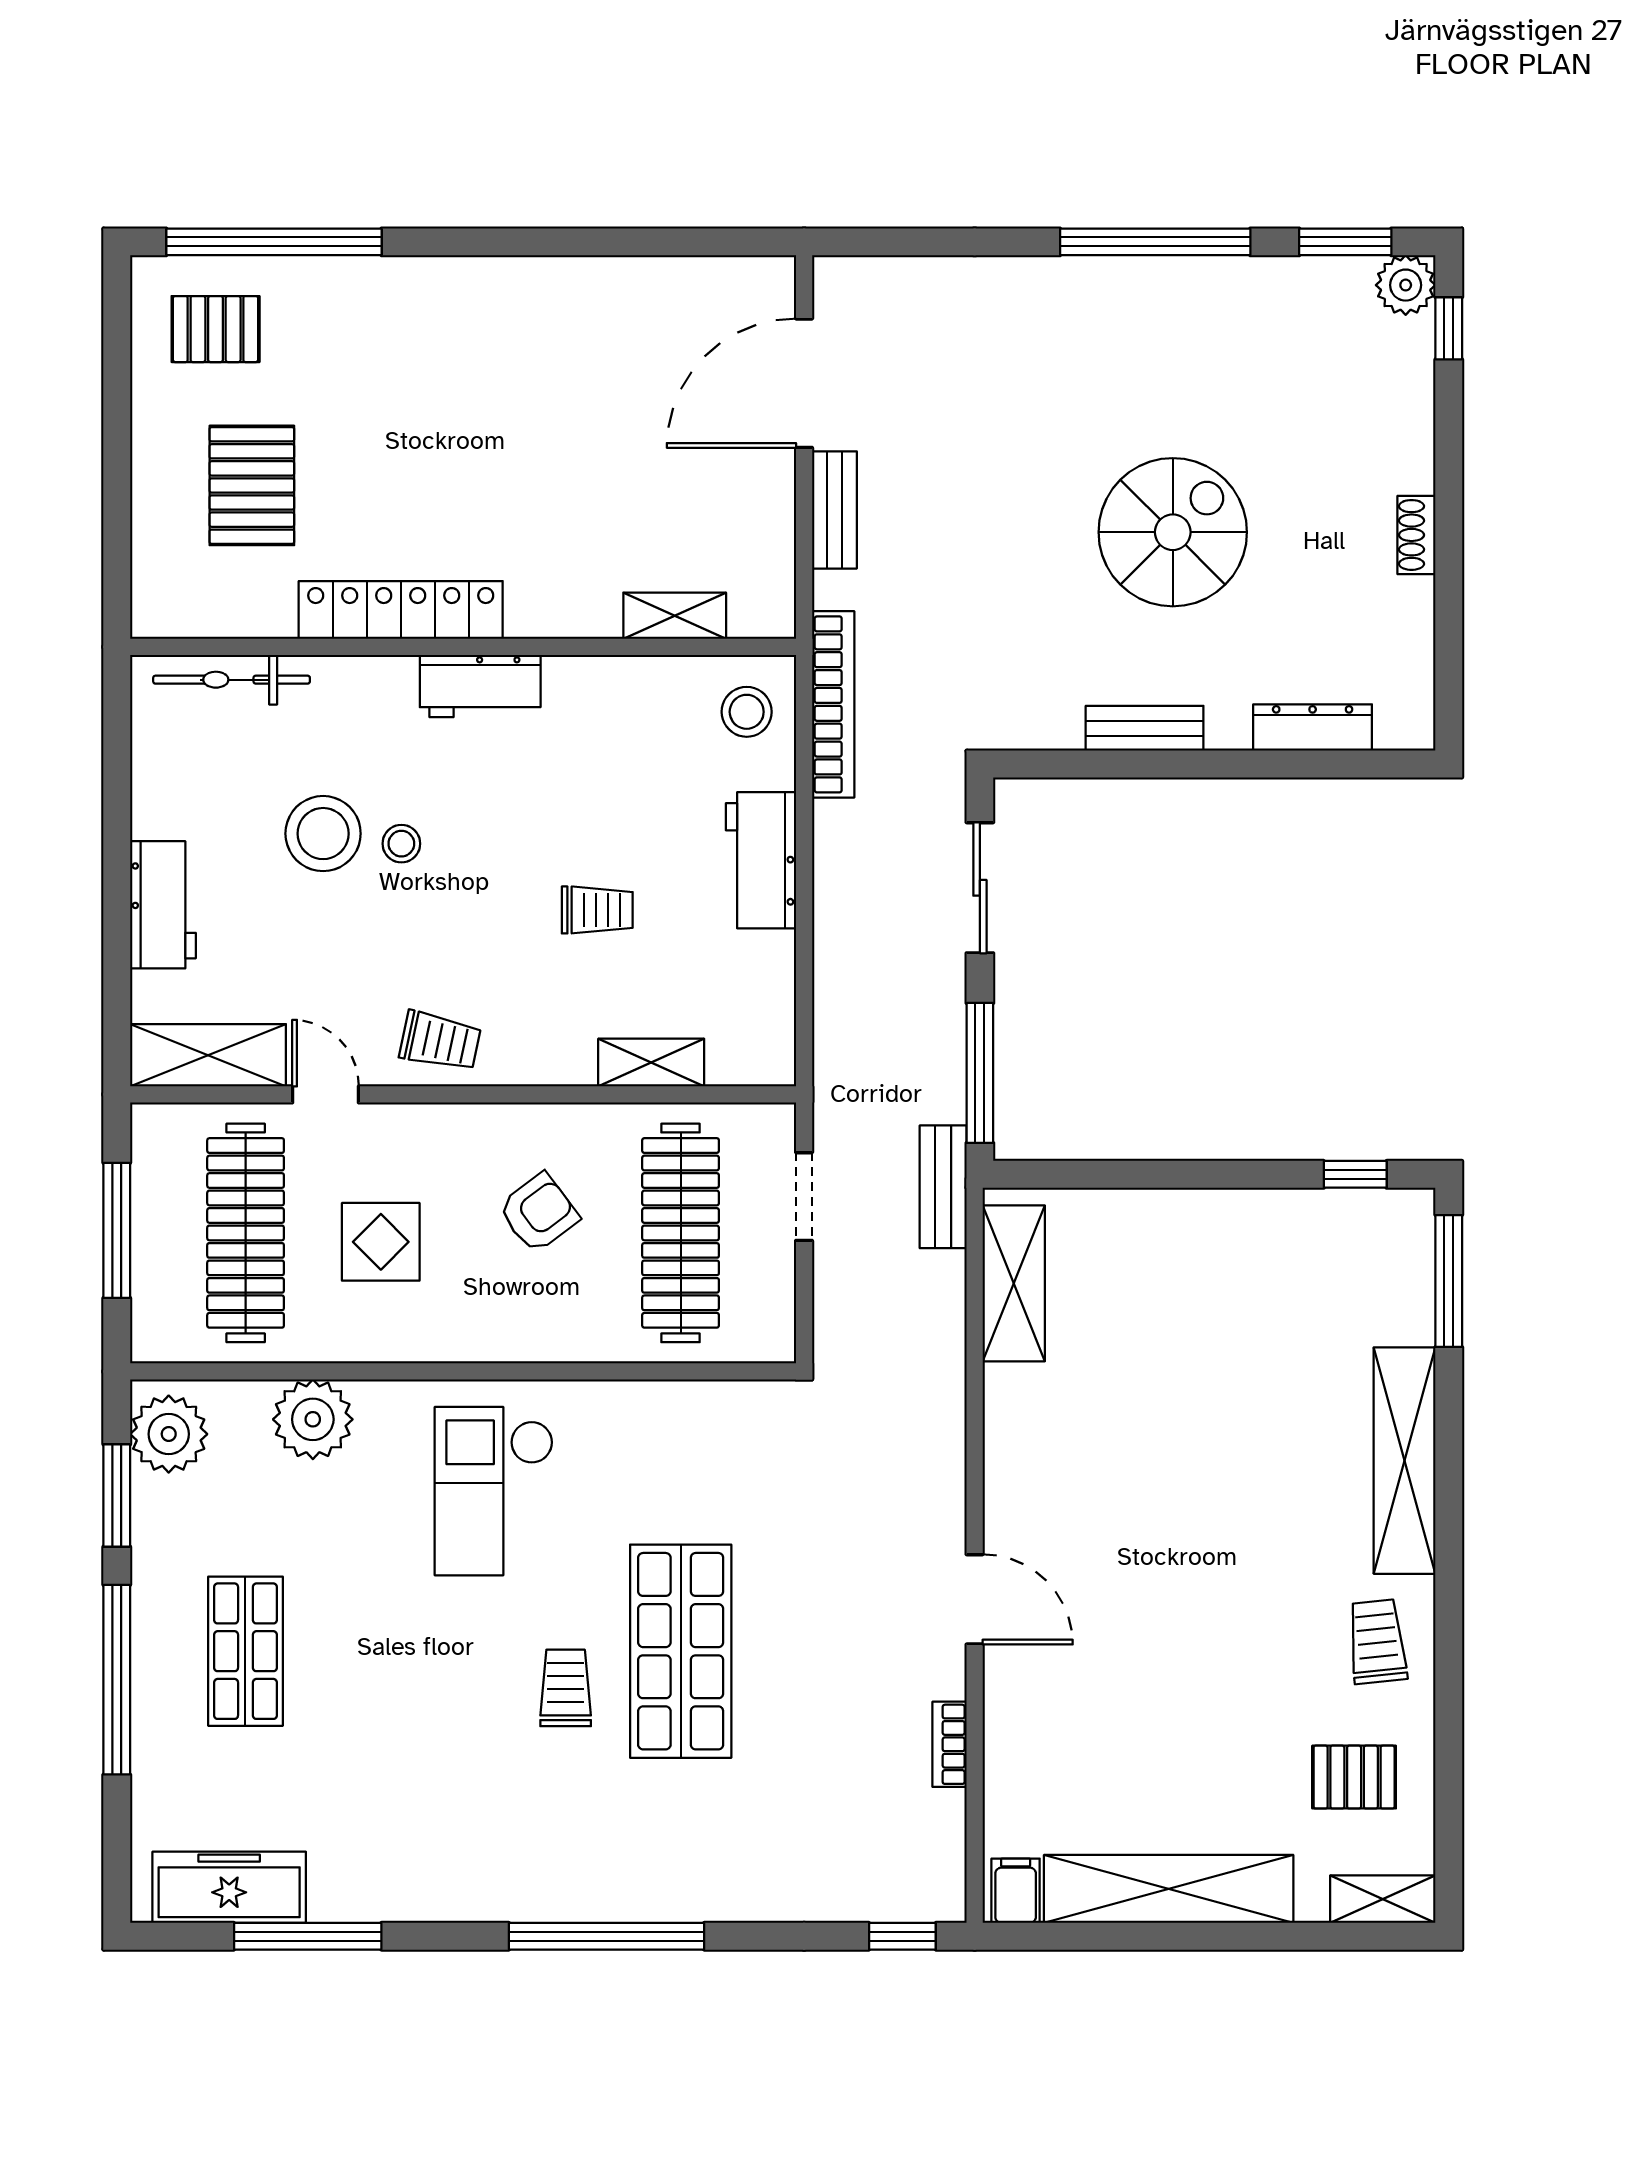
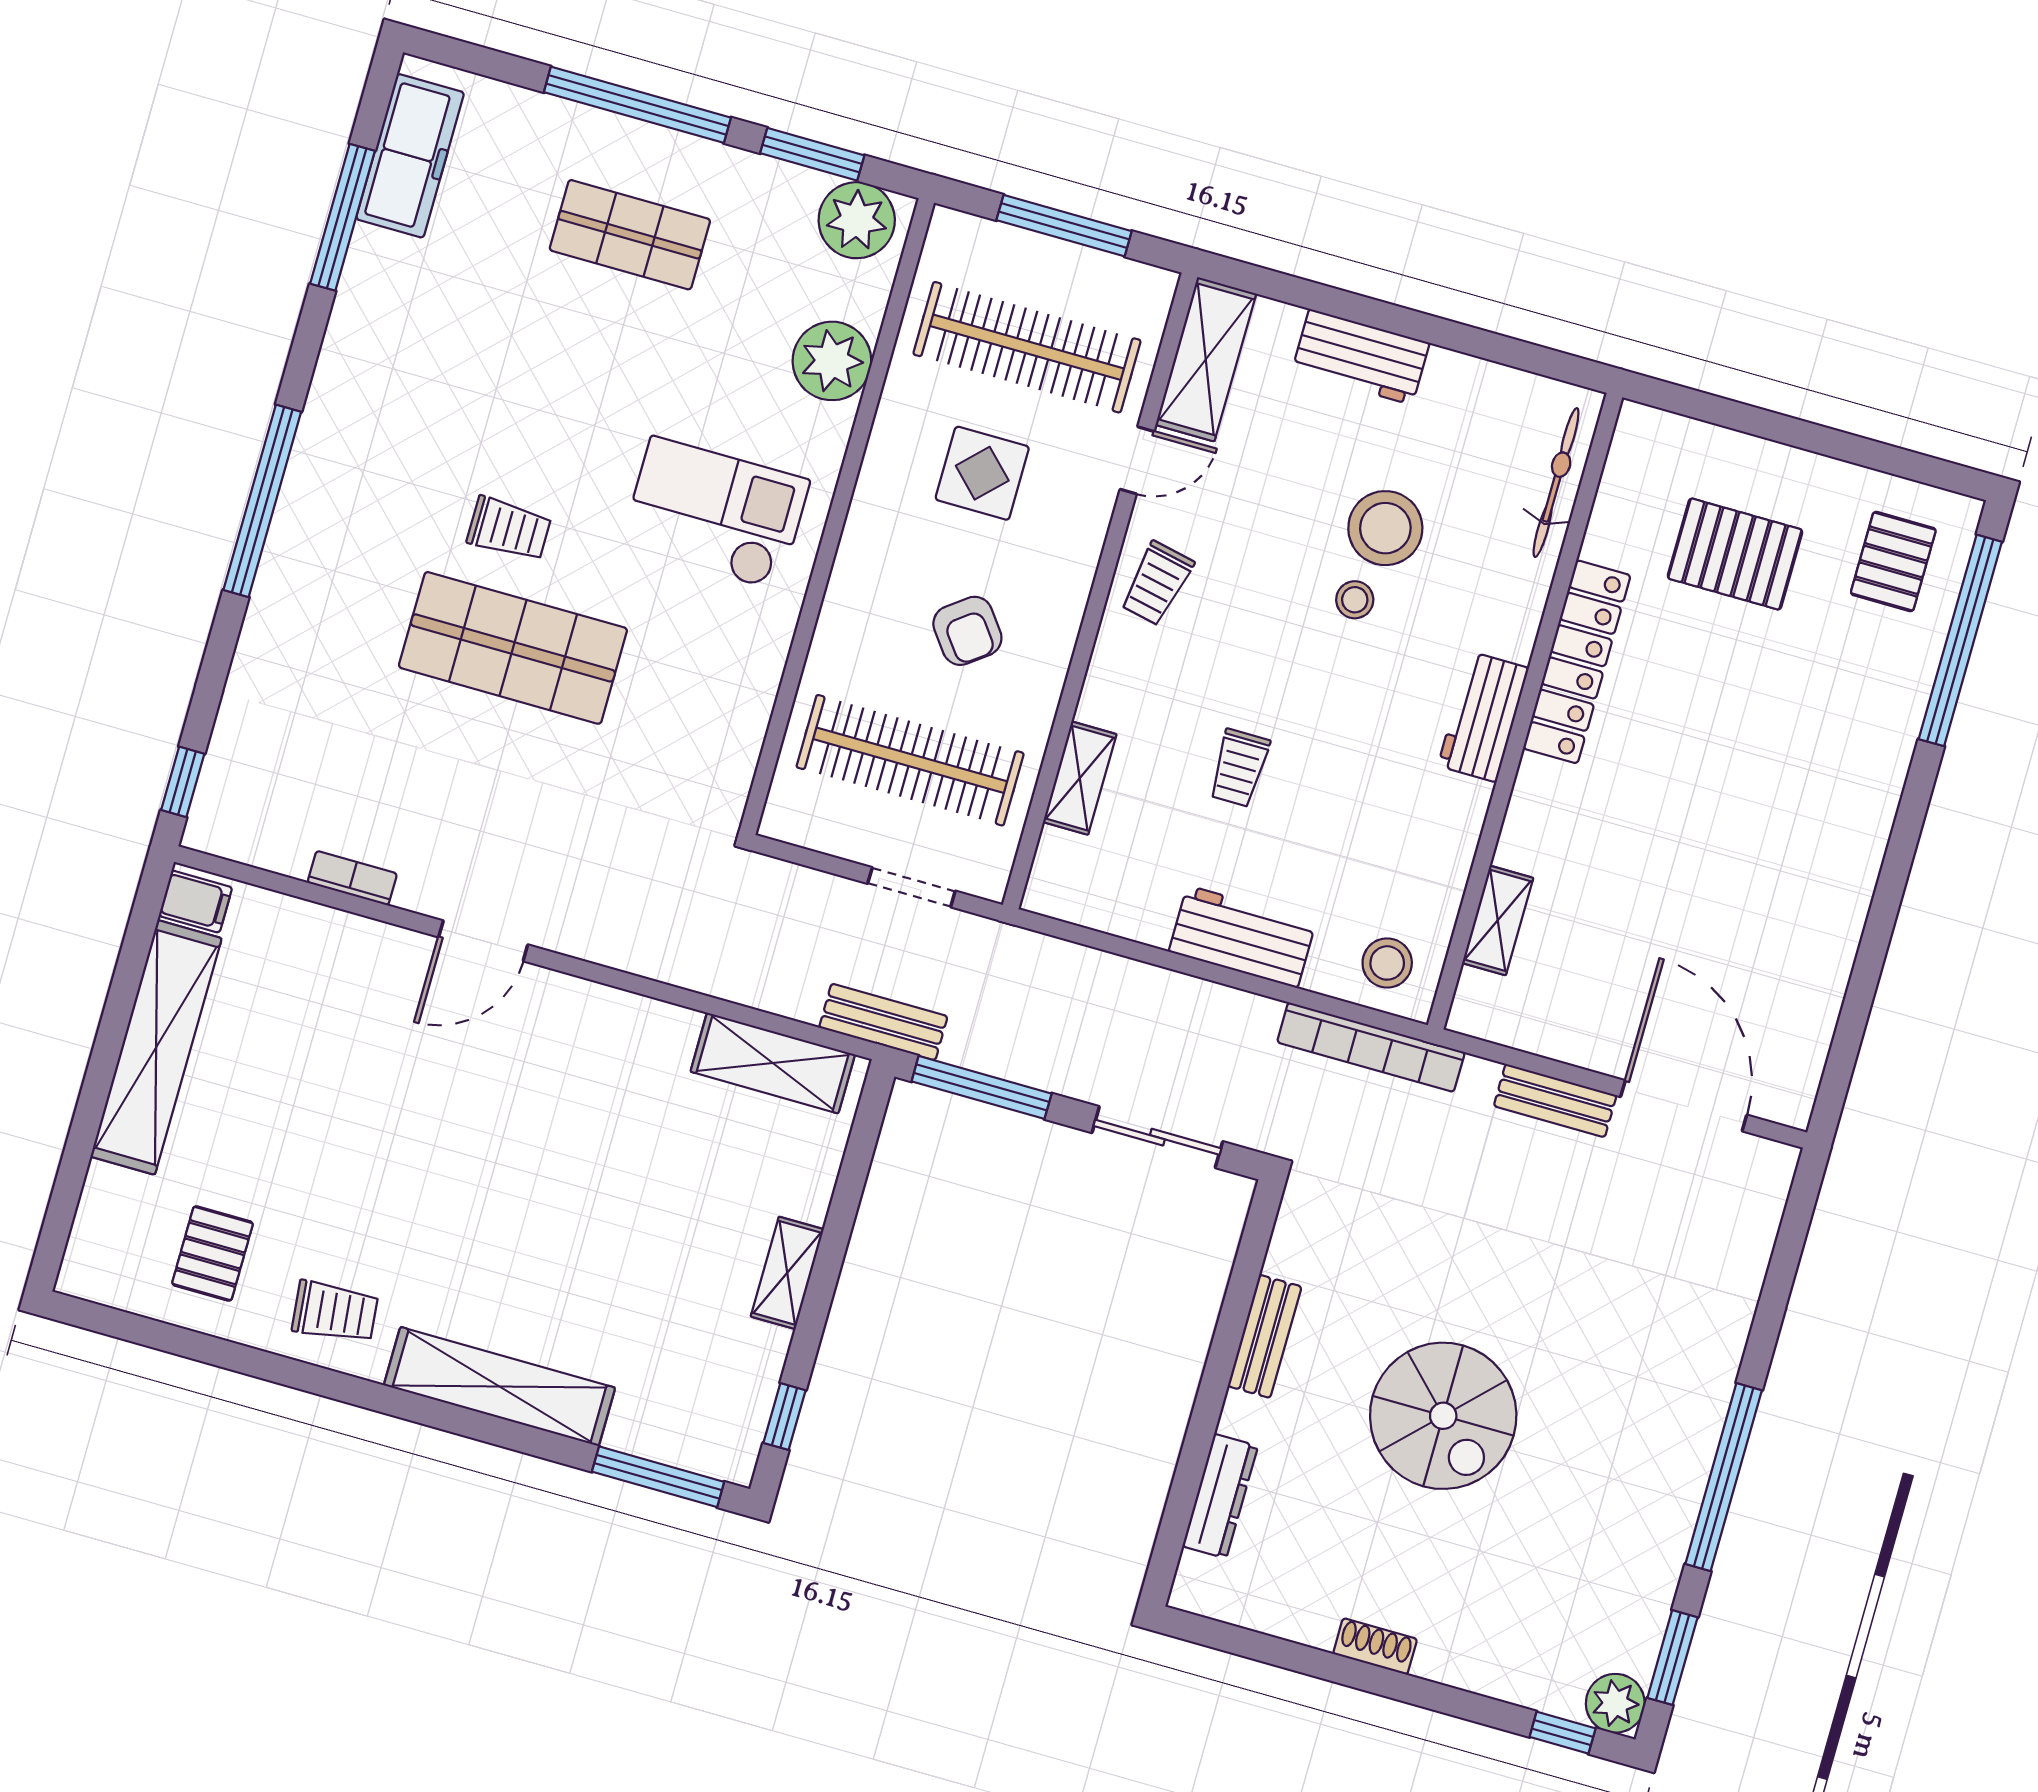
shelving: (1383, 1899) -> (787, 1273), moved

